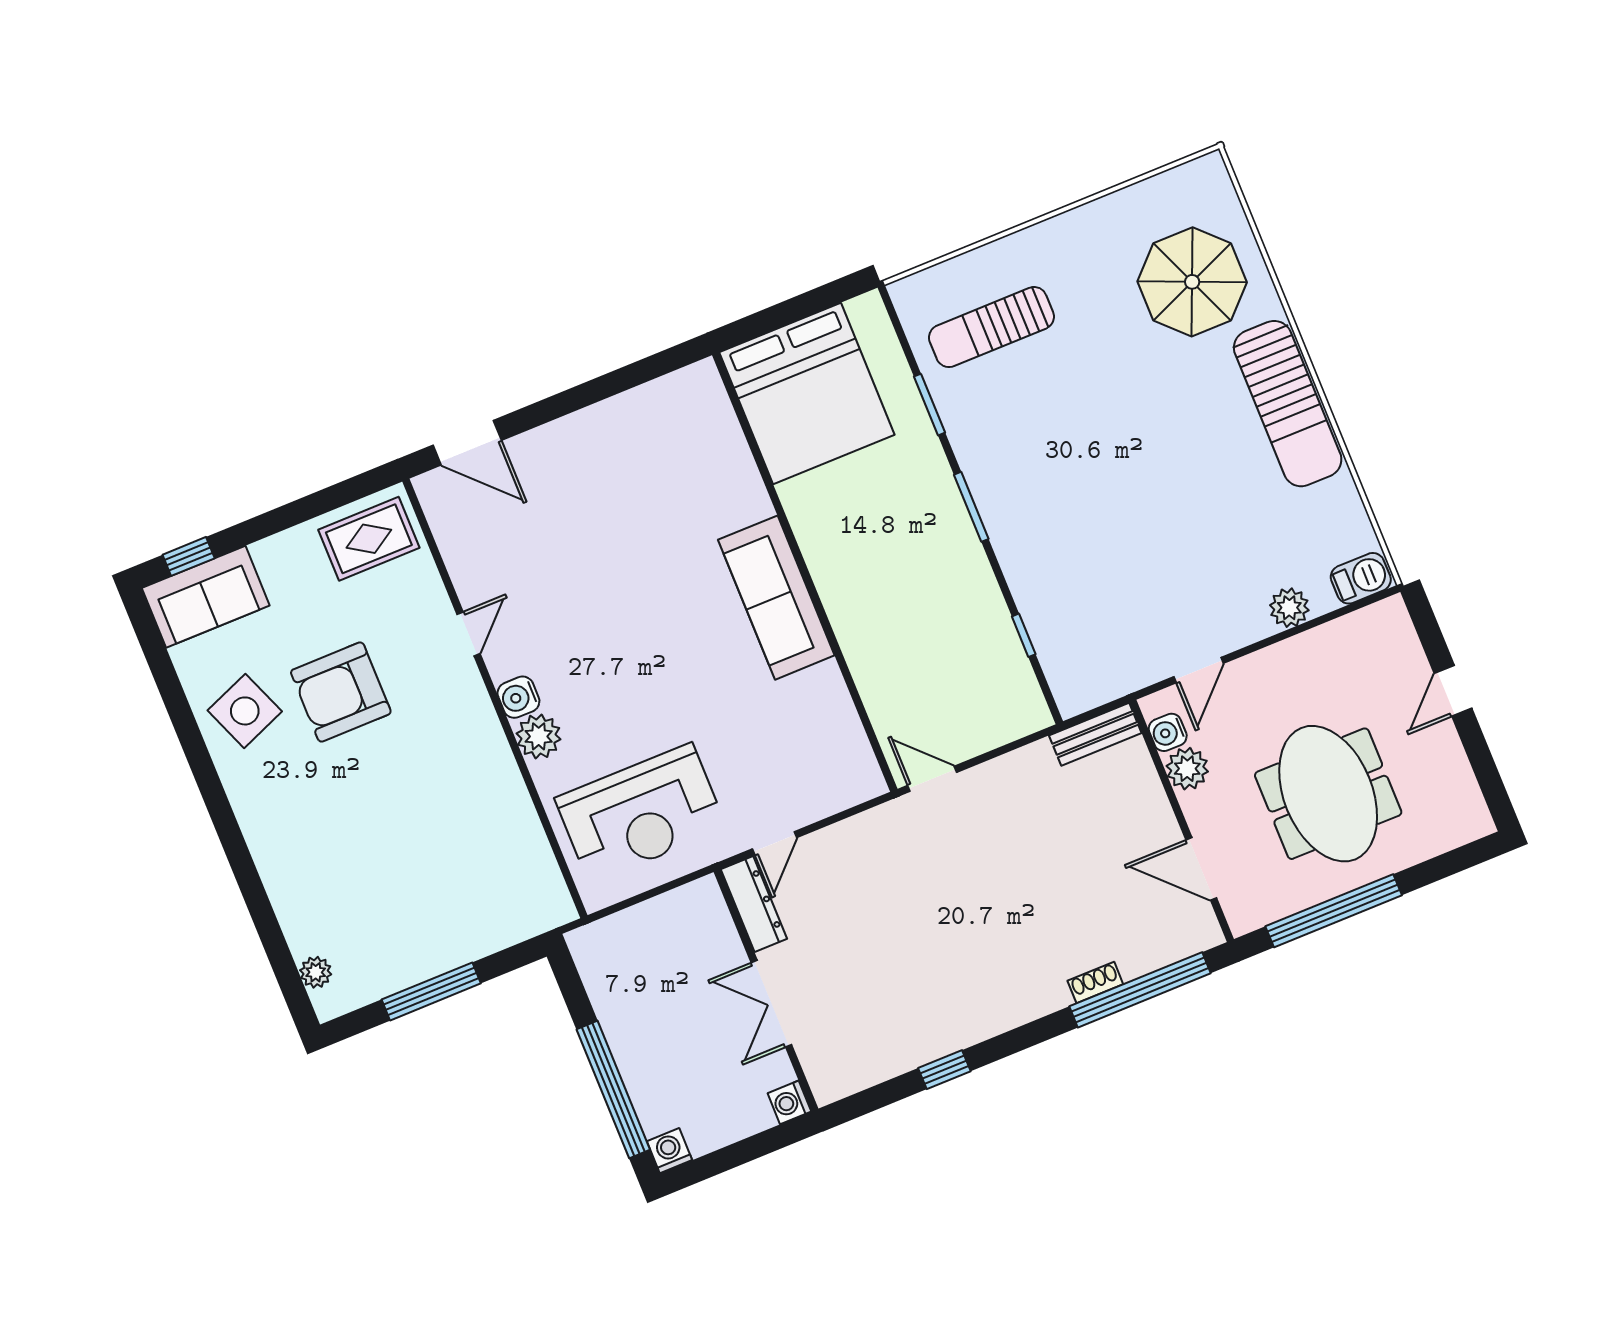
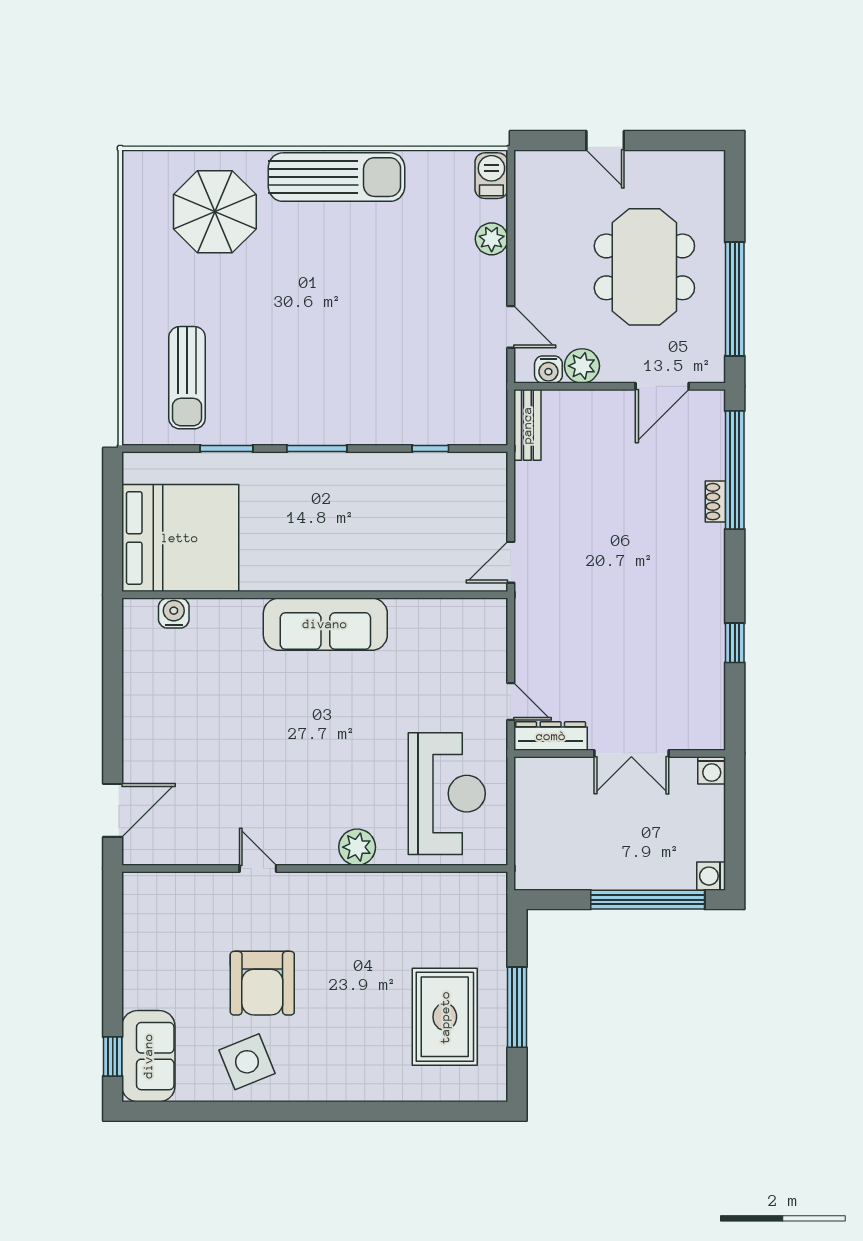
rug: (369, 539) -> (445, 1017), moved, width x1.36, depth x1.43
water cooler: (518, 697) -> (174, 613), moved, turned 180
meeting table: (1328, 794) -> (644, 267), turned 90
plant: (316, 972) -> (467, 1089), removed

